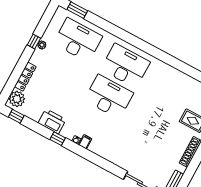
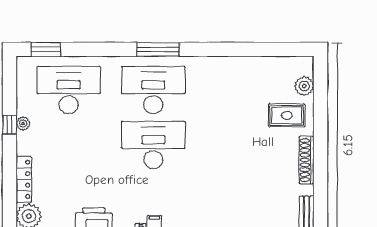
window: (141, 44) -> (158, 49), added

